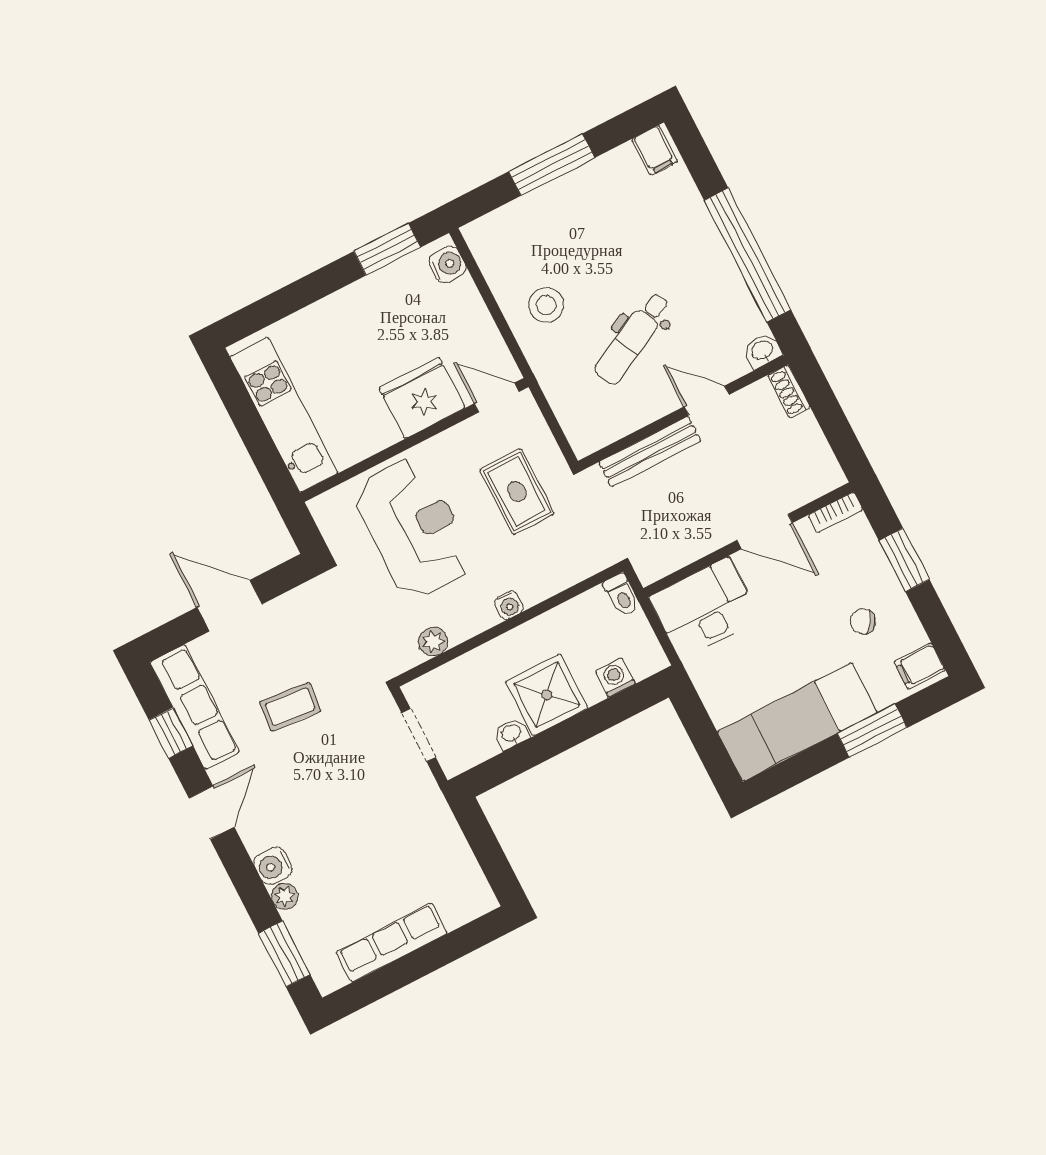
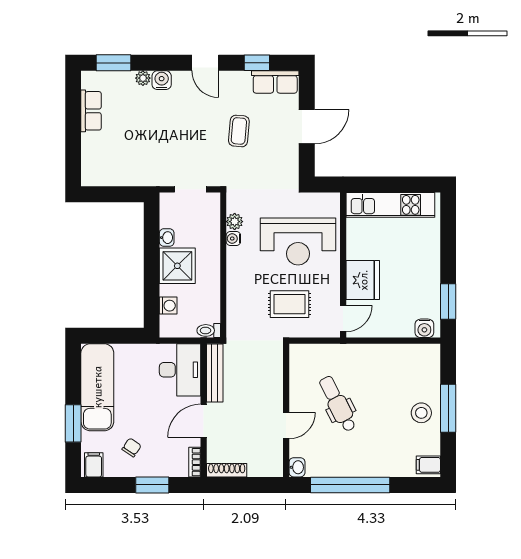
stool: (546, 305) -> (421, 413), moved
shoe rack: (789, 391) -> (227, 470), moved, width x1.43
bench: (650, 451) -> (215, 373), moved
water cooler: (509, 605) -> (233, 239), moved
row of seats: (195, 707) -> (275, 82), width x0.68
row of seats: (392, 943) -> (91, 111), width x0.68

